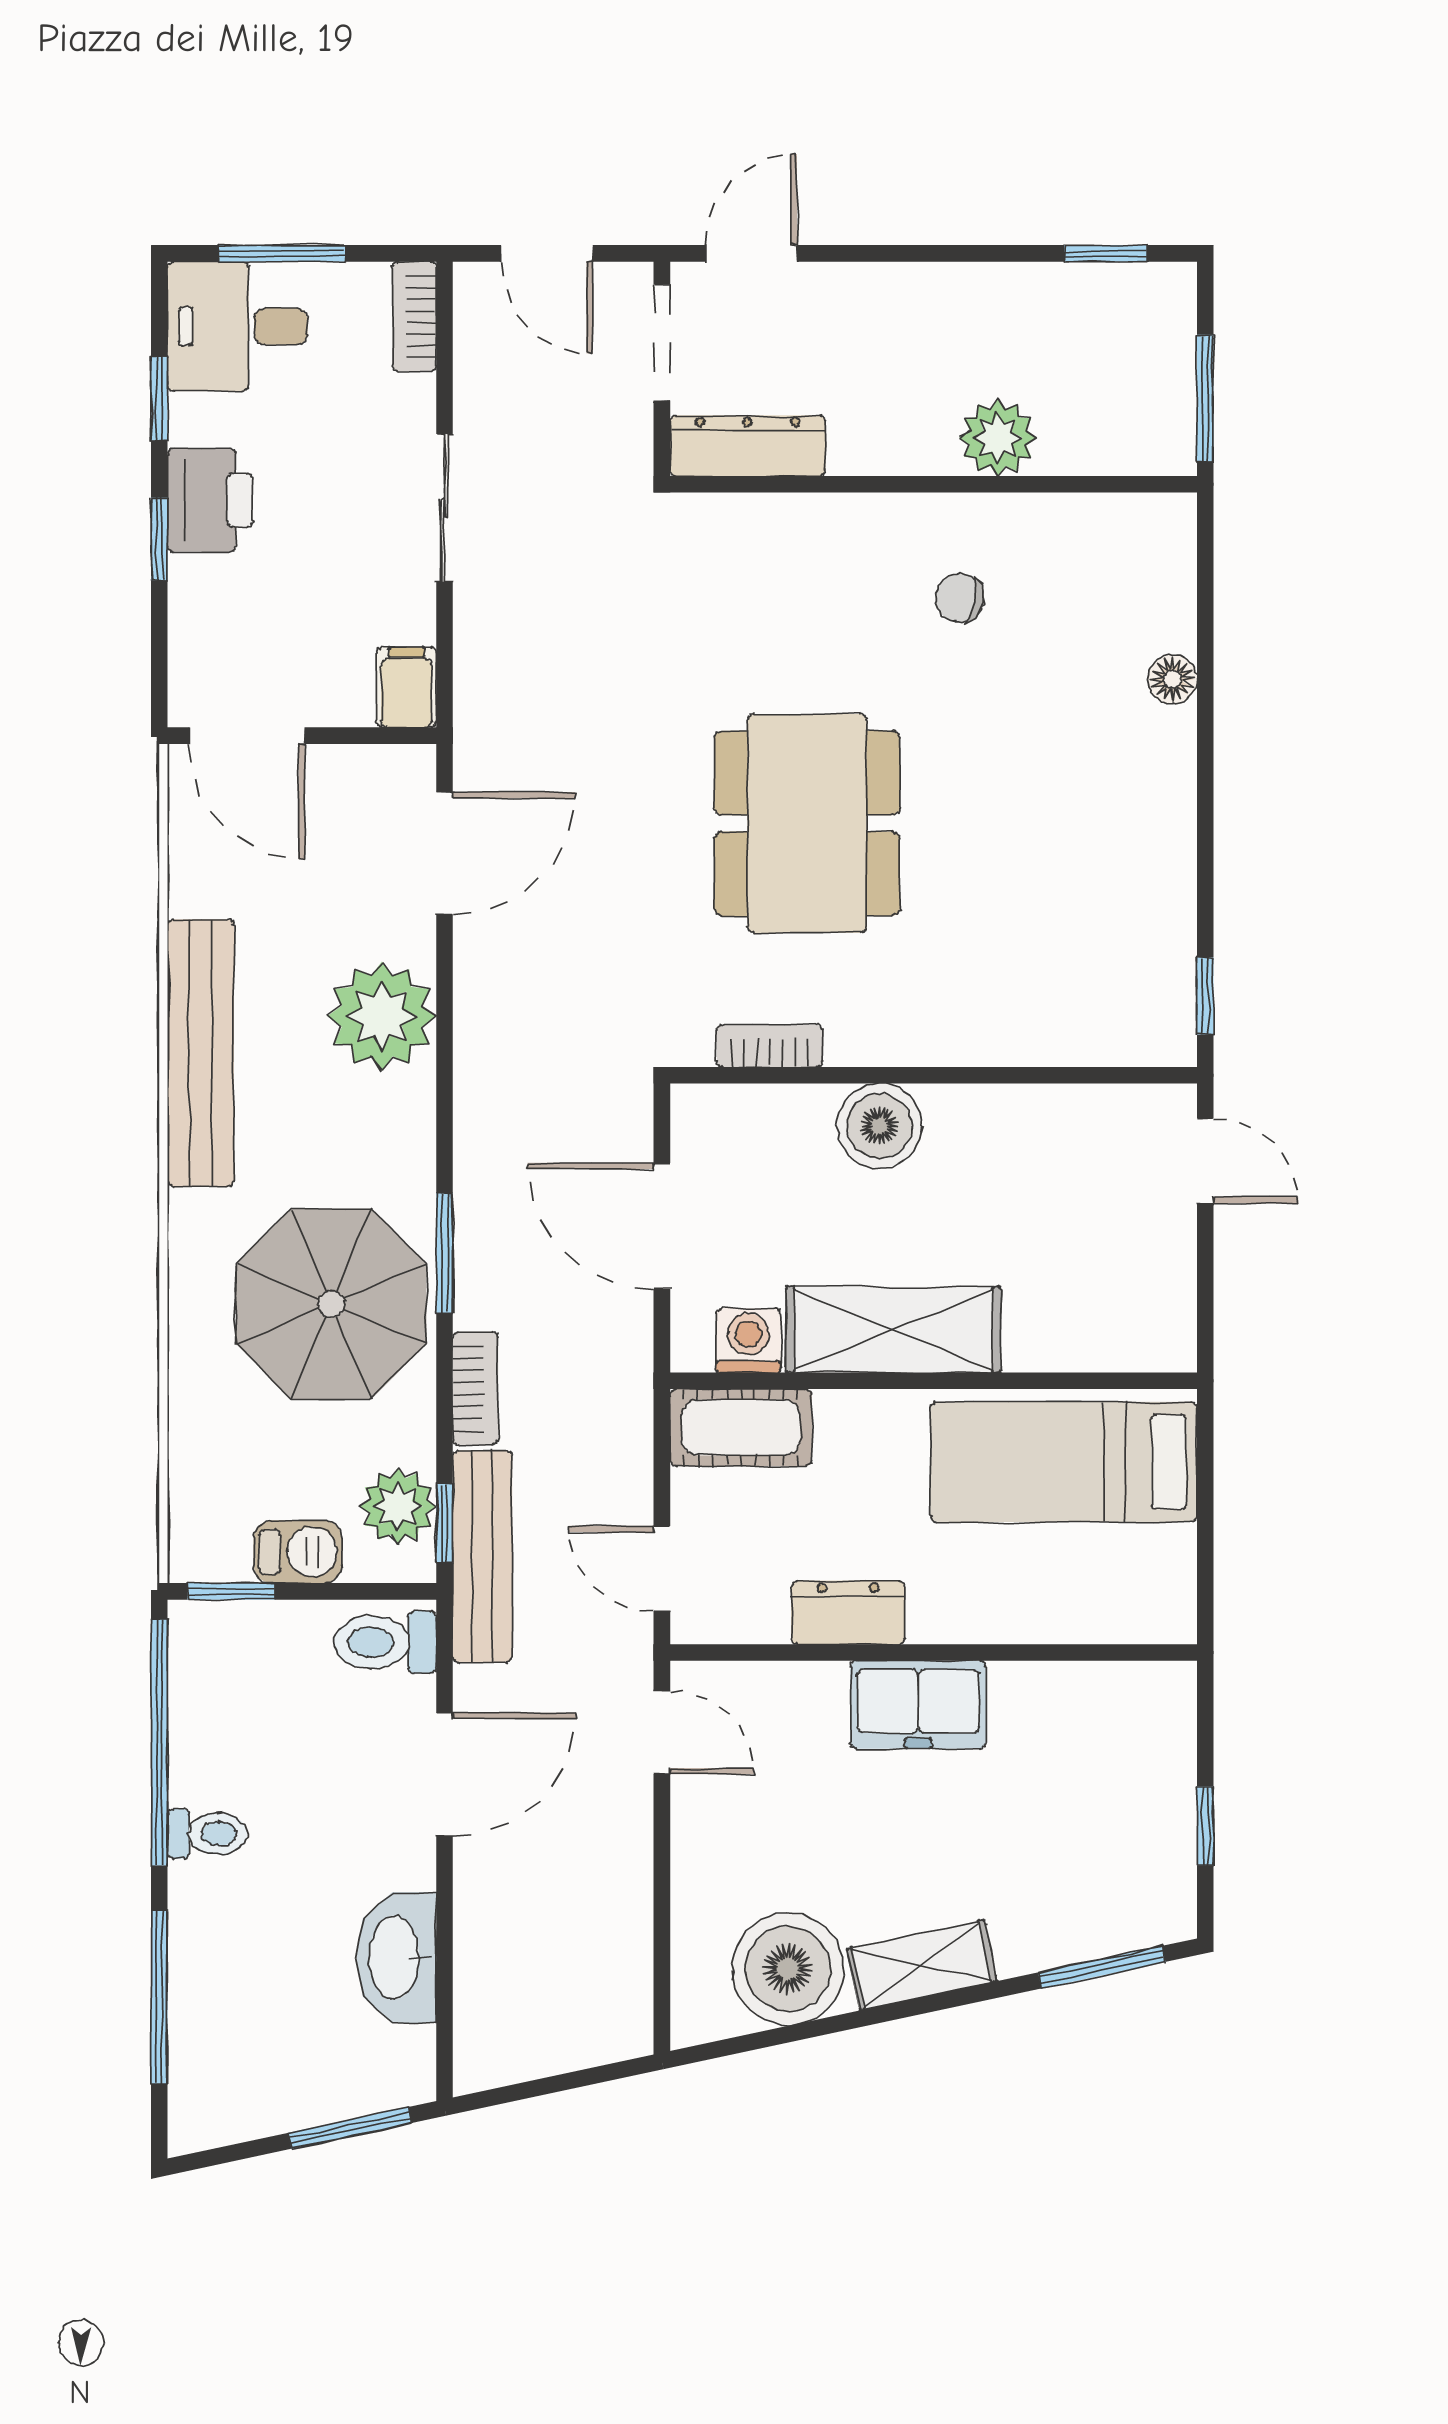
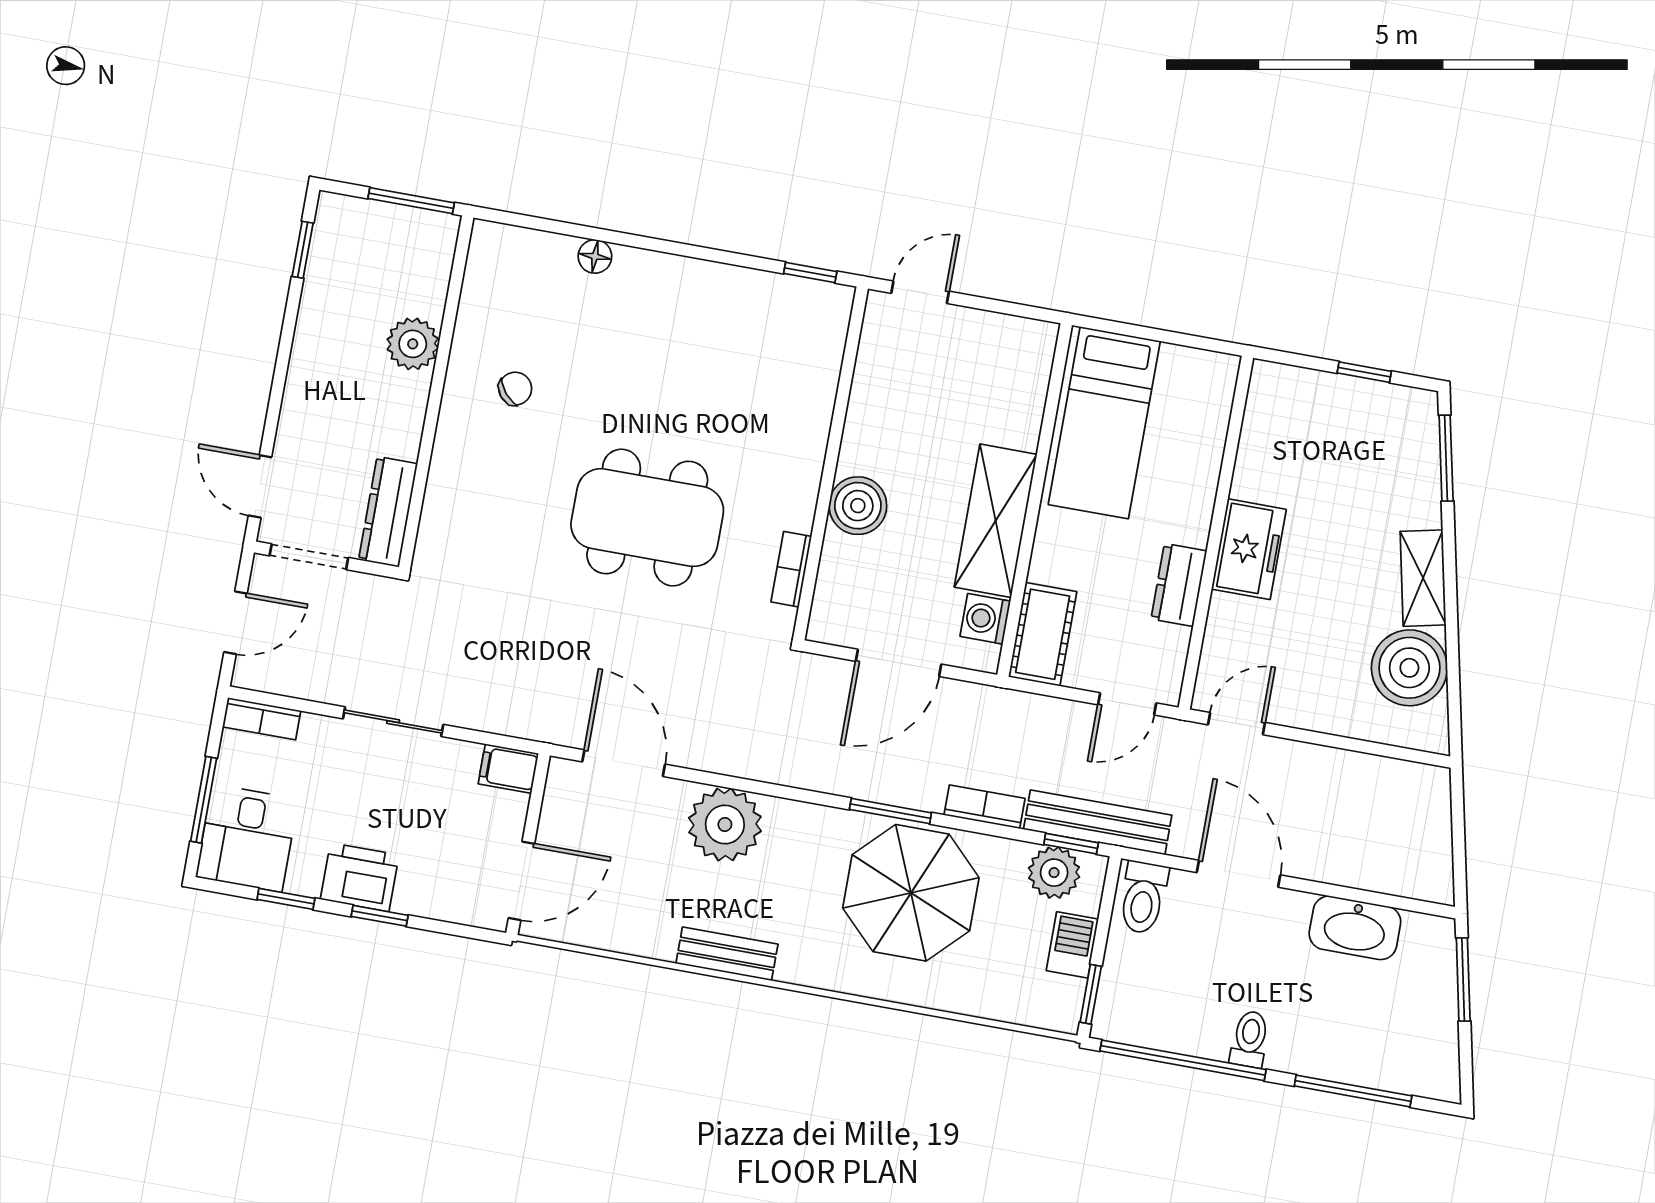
chair: (960, 598) -> (515, 389), turned -141
bench: (201, 1053) -> (727, 954), width x0.54, depth x0.82

